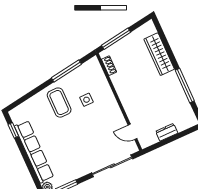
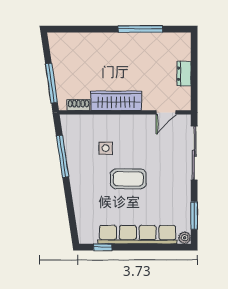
wardrobe: (159, 54) -> (116, 101), moved, turned 180
coffee table: (59, 103) -> (128, 179), moved

